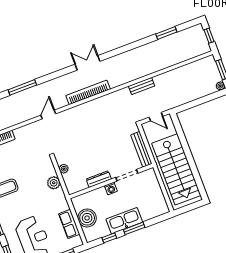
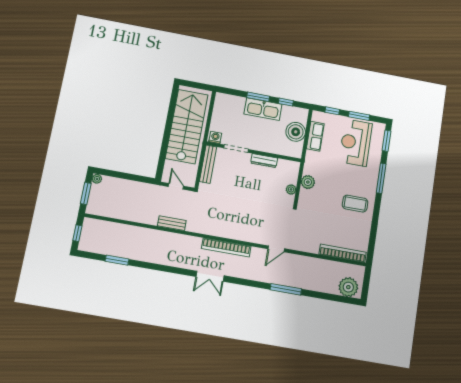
washing machine: (111, 188) -> (215, 137), moved

